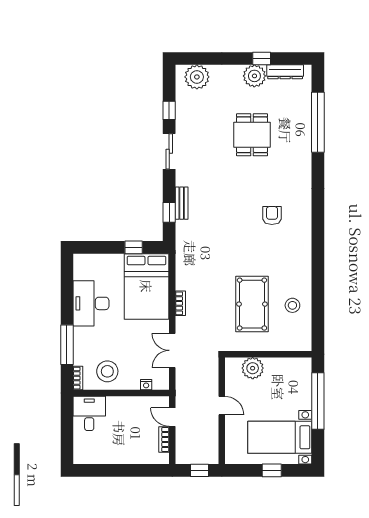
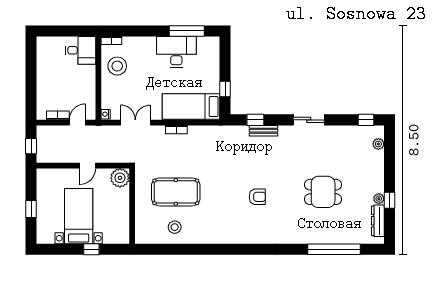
plant: (254, 76) -> (379, 199), width x0.53, depth x0.53
plant: (197, 77) -> (378, 144), width x0.53, depth x0.53
window: (169, 110) -> (366, 120), moved
armchair: (272, 215) -> (257, 197), moved
bed: (146, 286) -> (191, 107), width x0.67
window: (67, 345) -> (187, 31), moved
plant: (253, 368) -> (120, 178), moved
nightstand: (146, 385) -> (106, 114), moved
window: (318, 401) -> (91, 249), width x0.32
bed with nightstands: (280, 437) -> (79, 216), moved

